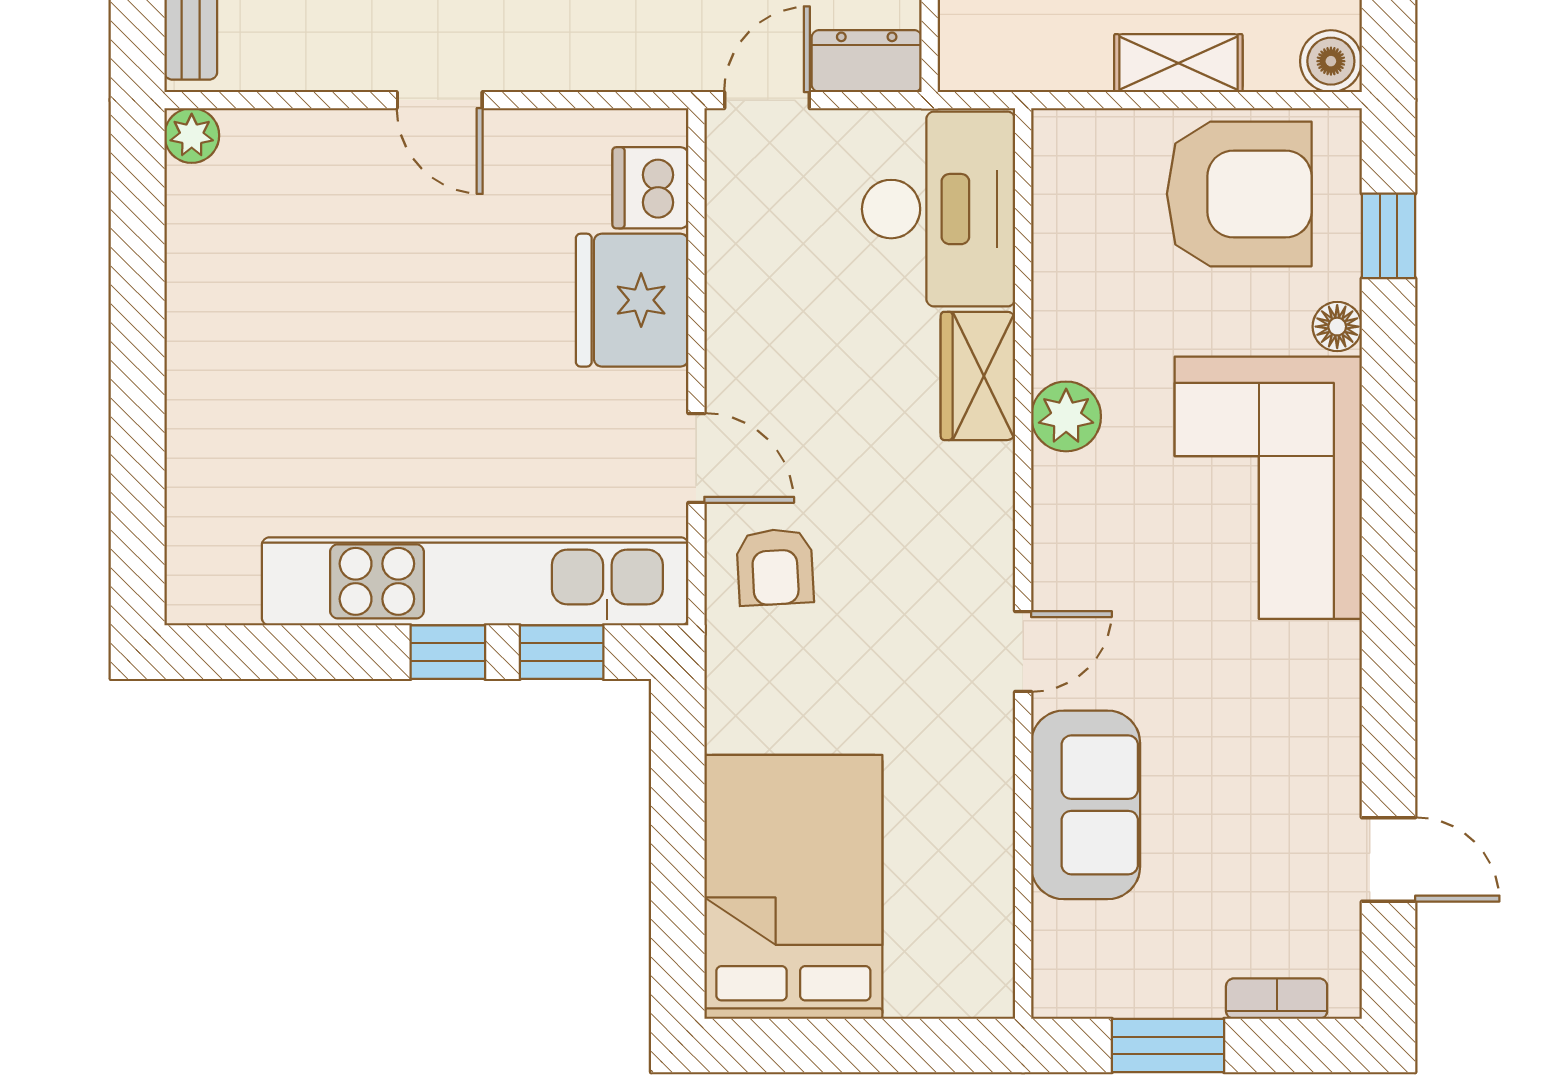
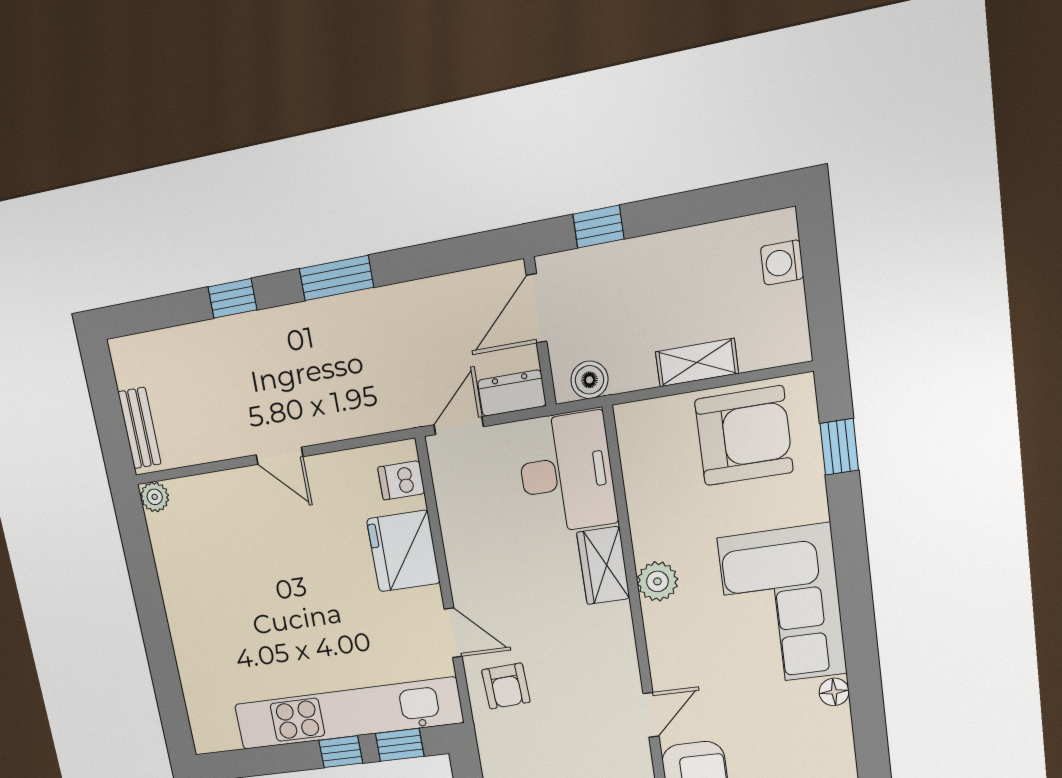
boiler: (1331, 61) -> (589, 380), moved
dishwasher: (650, 188) -> (401, 480), width x0.73
floor lamp: (1337, 327) -> (834, 692), moved

